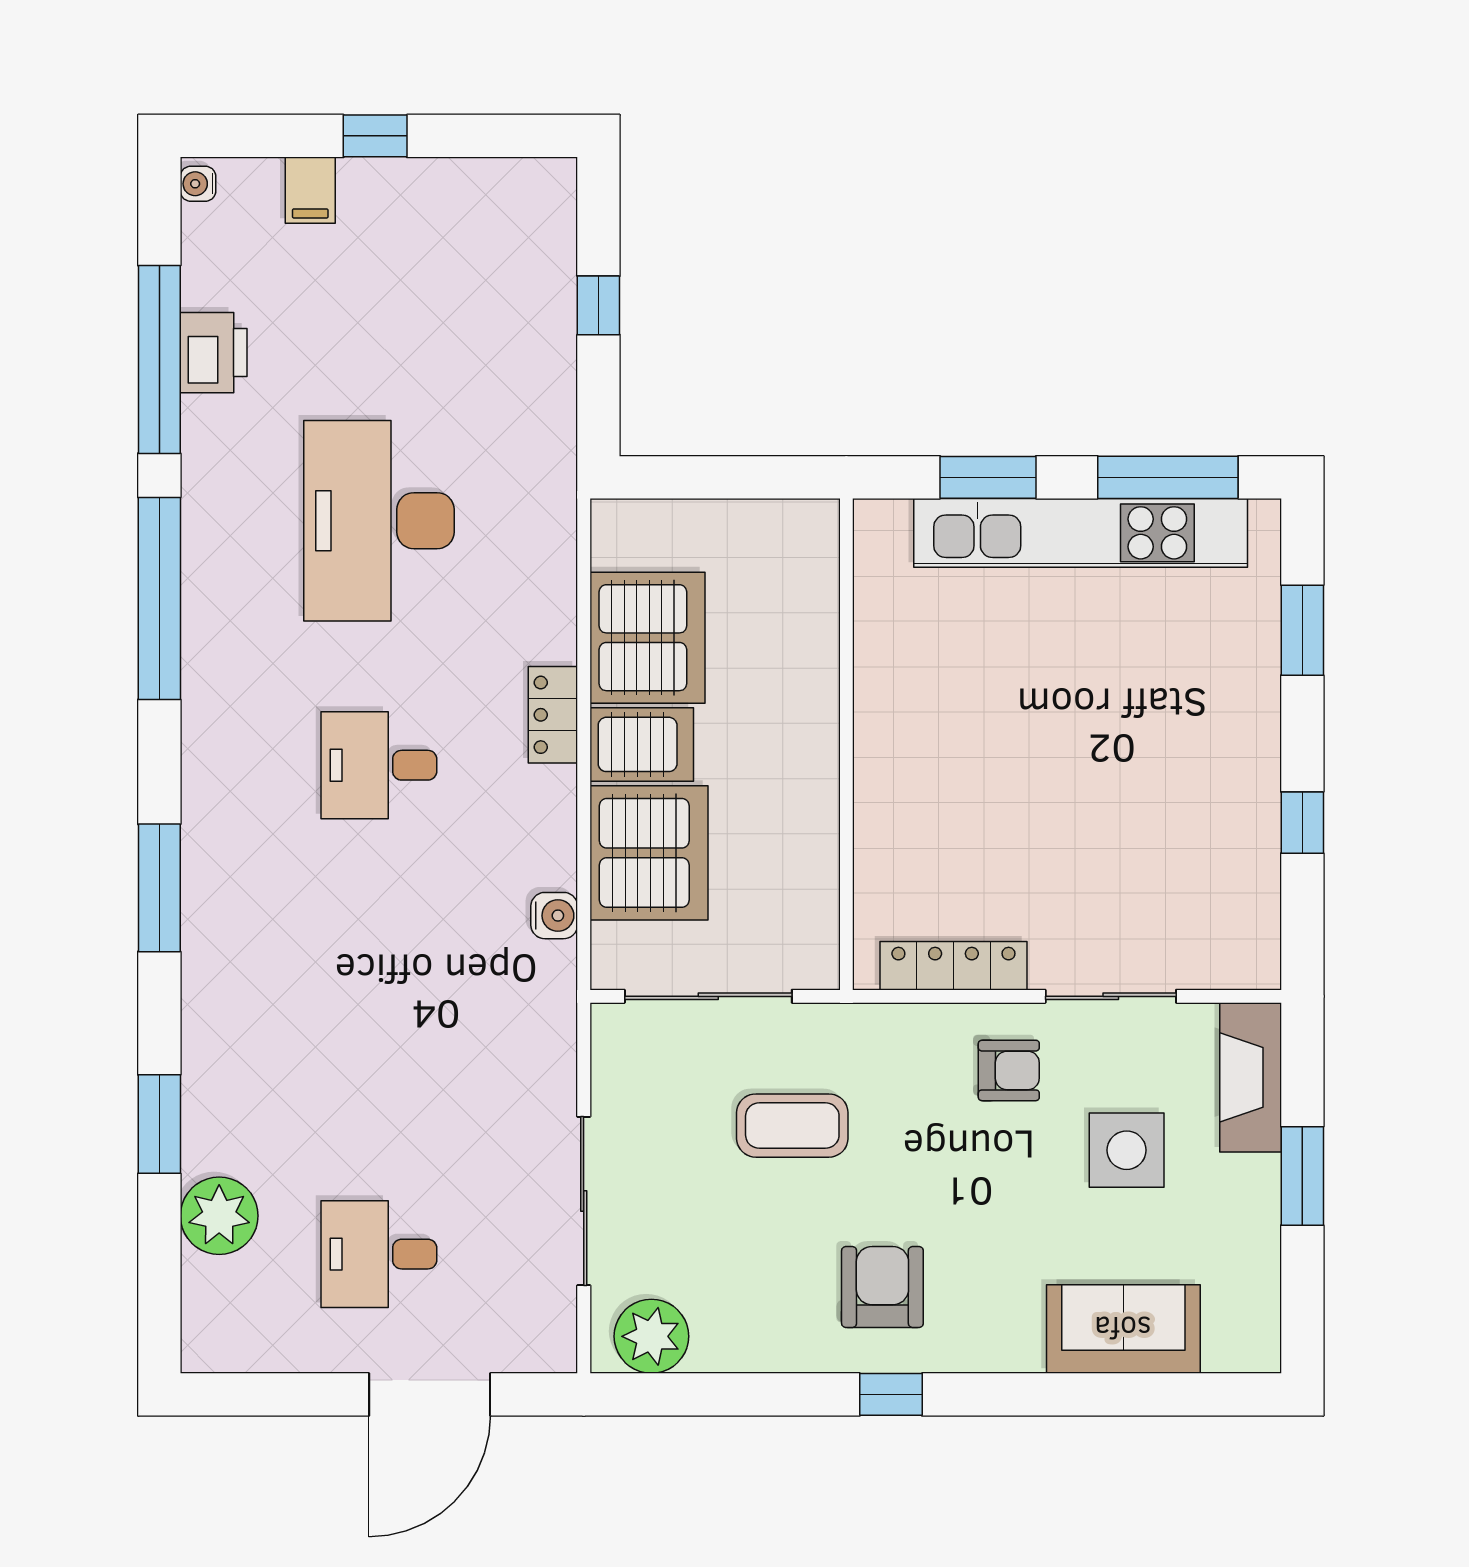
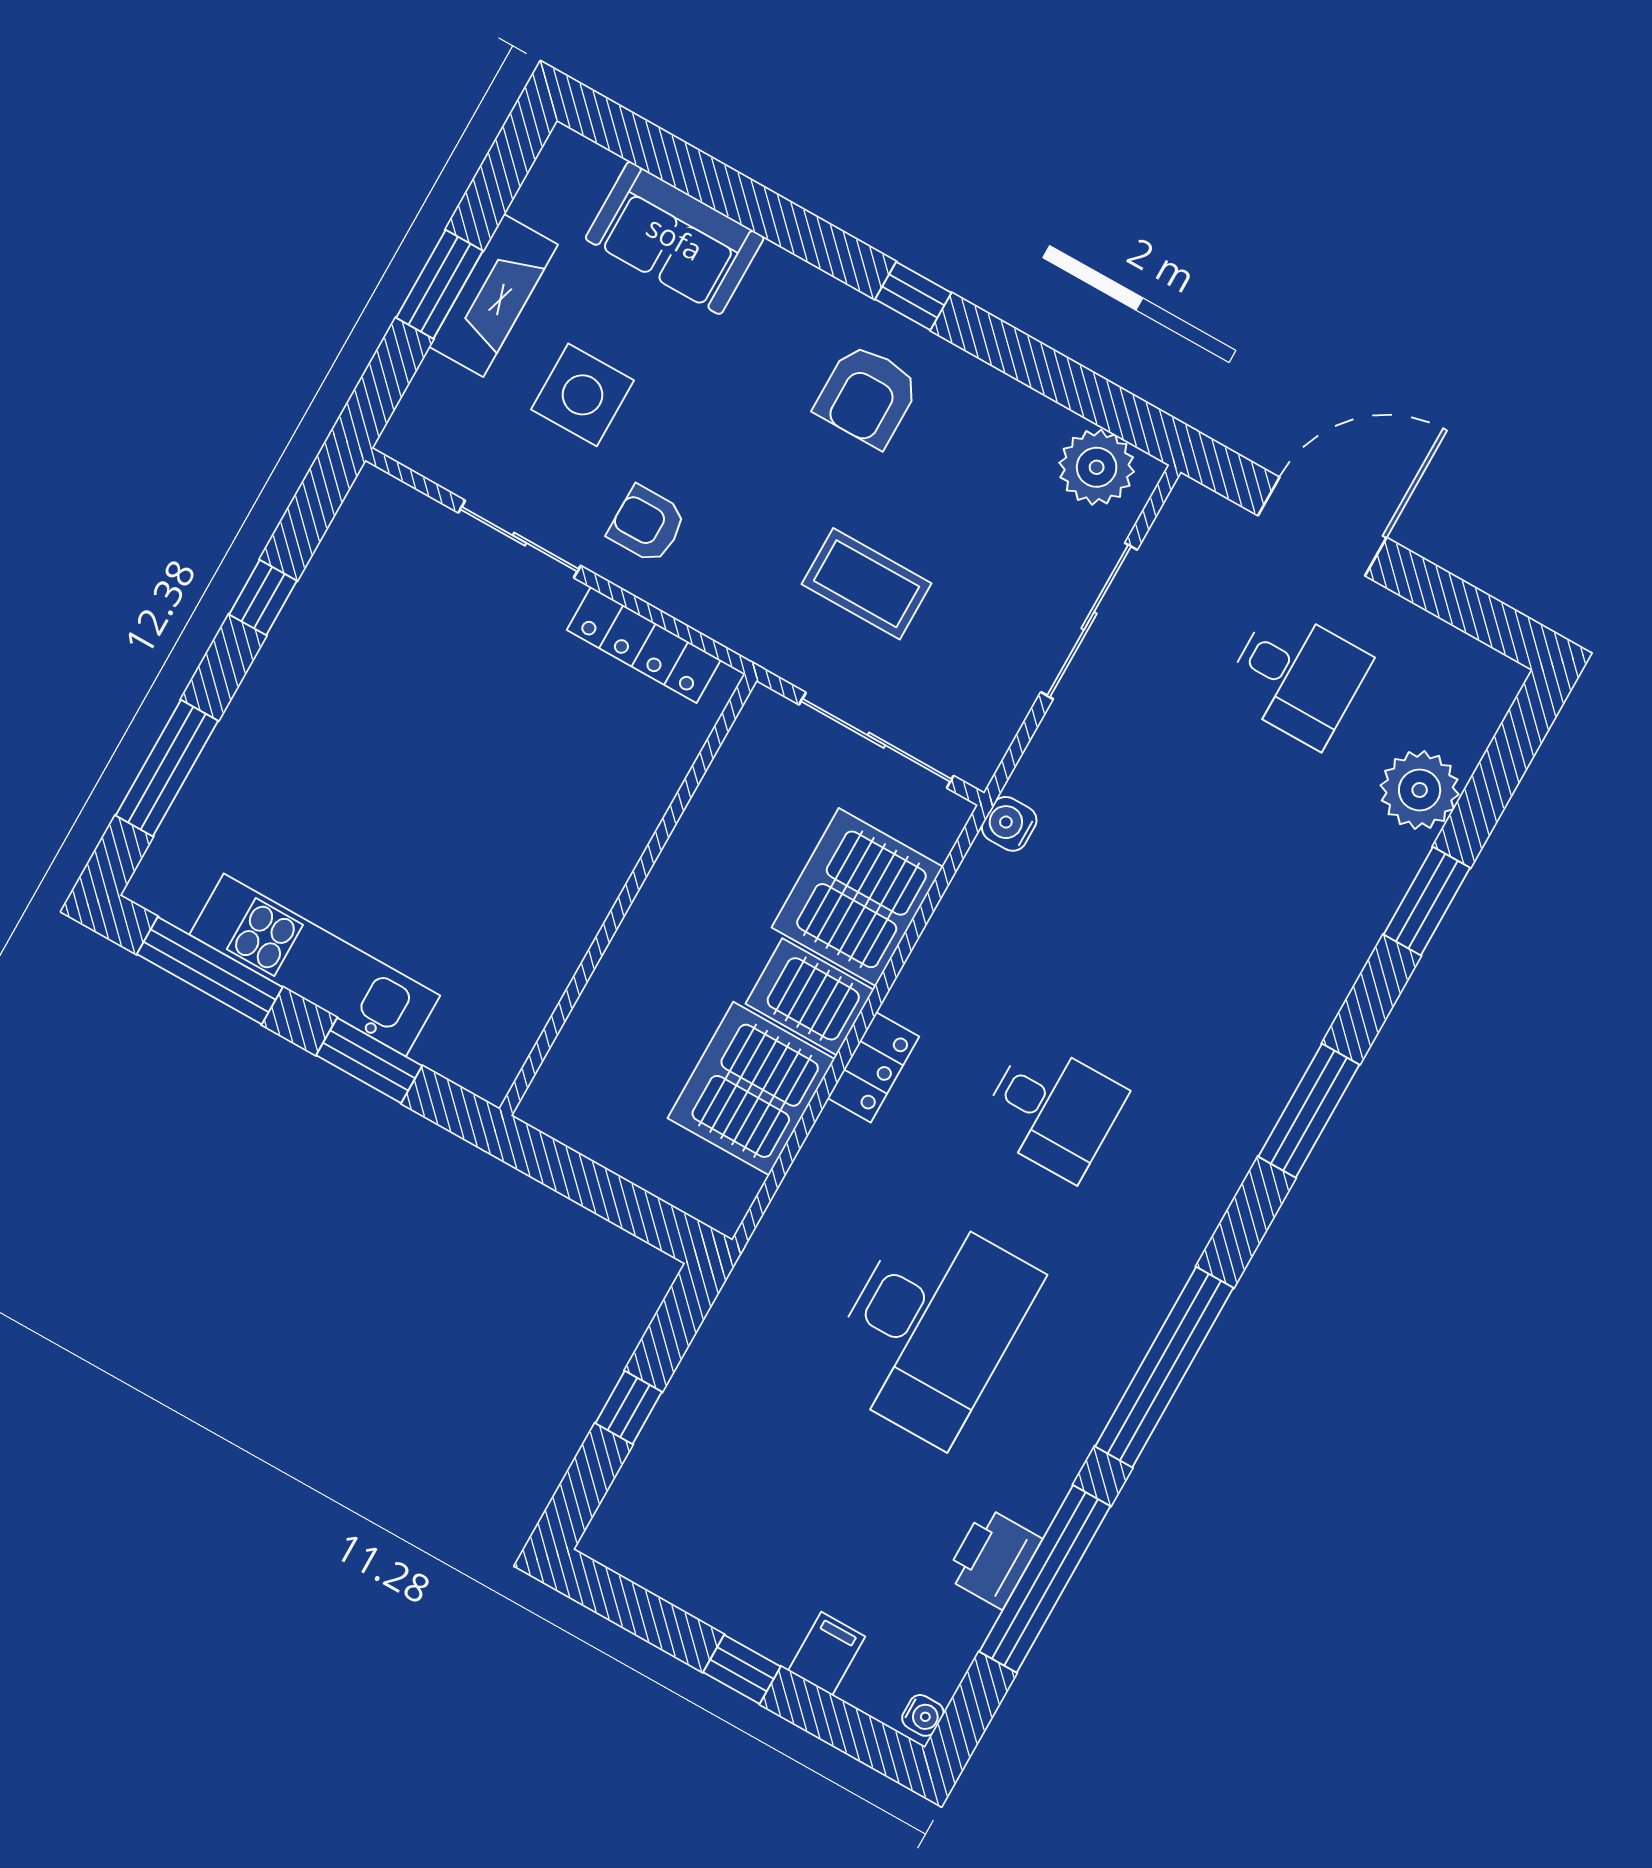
kitchen unit: (1081, 533) -> (315, 965), width x0.73
window: (1302, 630) -> (167, 768), width x1.44
water cooler: (554, 916) -> (1009, 824), moved
fireplace: (1251, 1077) -> (494, 296), moved

